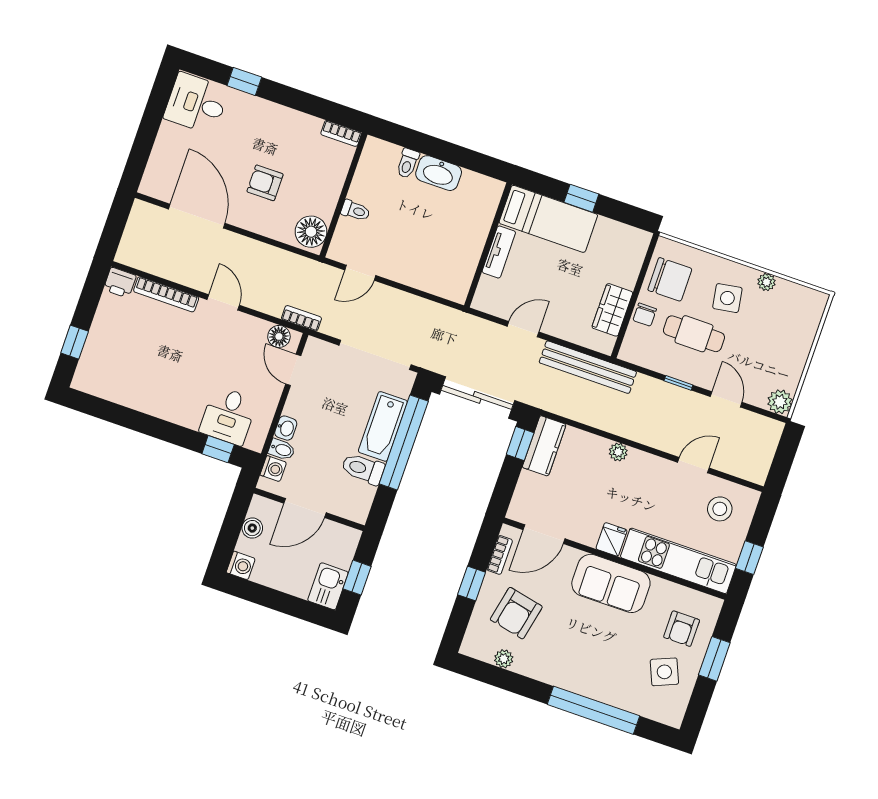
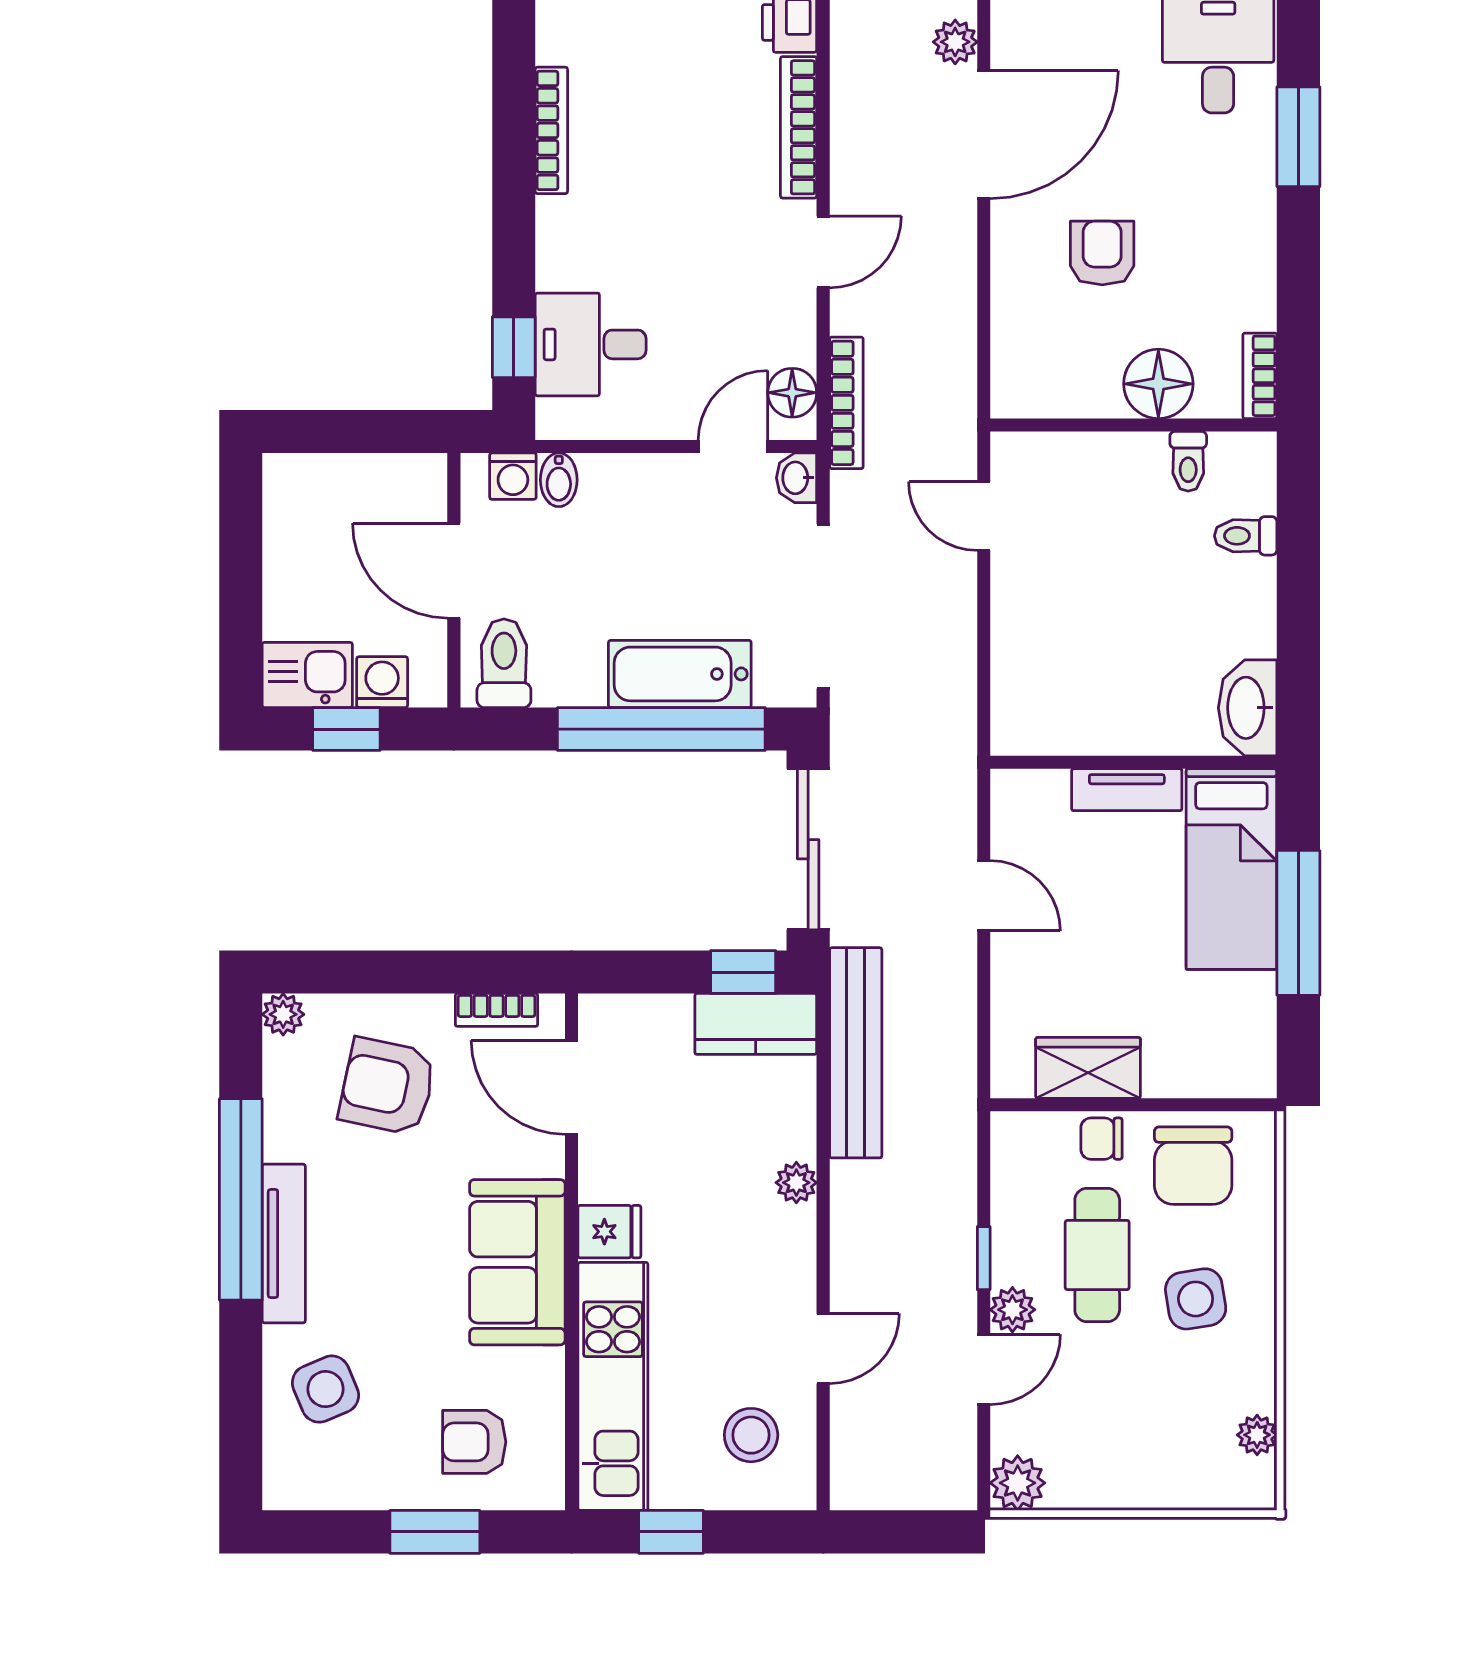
window: (244, 81) -> (1298, 137), width x1.50
washbasin: (439, 173) -> (1248, 708), moved
window: (581, 198) -> (1298, 923), width x2.17
toilet: (355, 211) -> (1188, 461), moved
plant: (153, 215) -> (955, 42), added
floor lamp: (311, 232) -> (1158, 384), moved
plant: (766, 282) -> (1257, 1435), moved
bookcase: (301, 318) -> (846, 403), width x1.56
bench: (588, 367) -> (856, 1053), moved
plant: (705, 378) -> (1012, 1310), added
bookcase: (131, 401) -> (551, 130), added
washbasin: (286, 428) -> (797, 478), moved, turned 90
door: (693, 465) -> (823, 1349), hinge flipped
toilet: (363, 469) -> (504, 663), moved
boiler: (252, 528) -> (374, 475), removed
washing machine: (241, 566) -> (382, 682), moved, turned 180
window: (472, 583) -> (417, 972), removed
plant: (504, 659) -> (283, 1014), moved
side table: (664, 672) -> (325, 1389), moved
tv unit: (568, 681) -> (284, 1244), added
window: (593, 710) -> (241, 1199), moved

